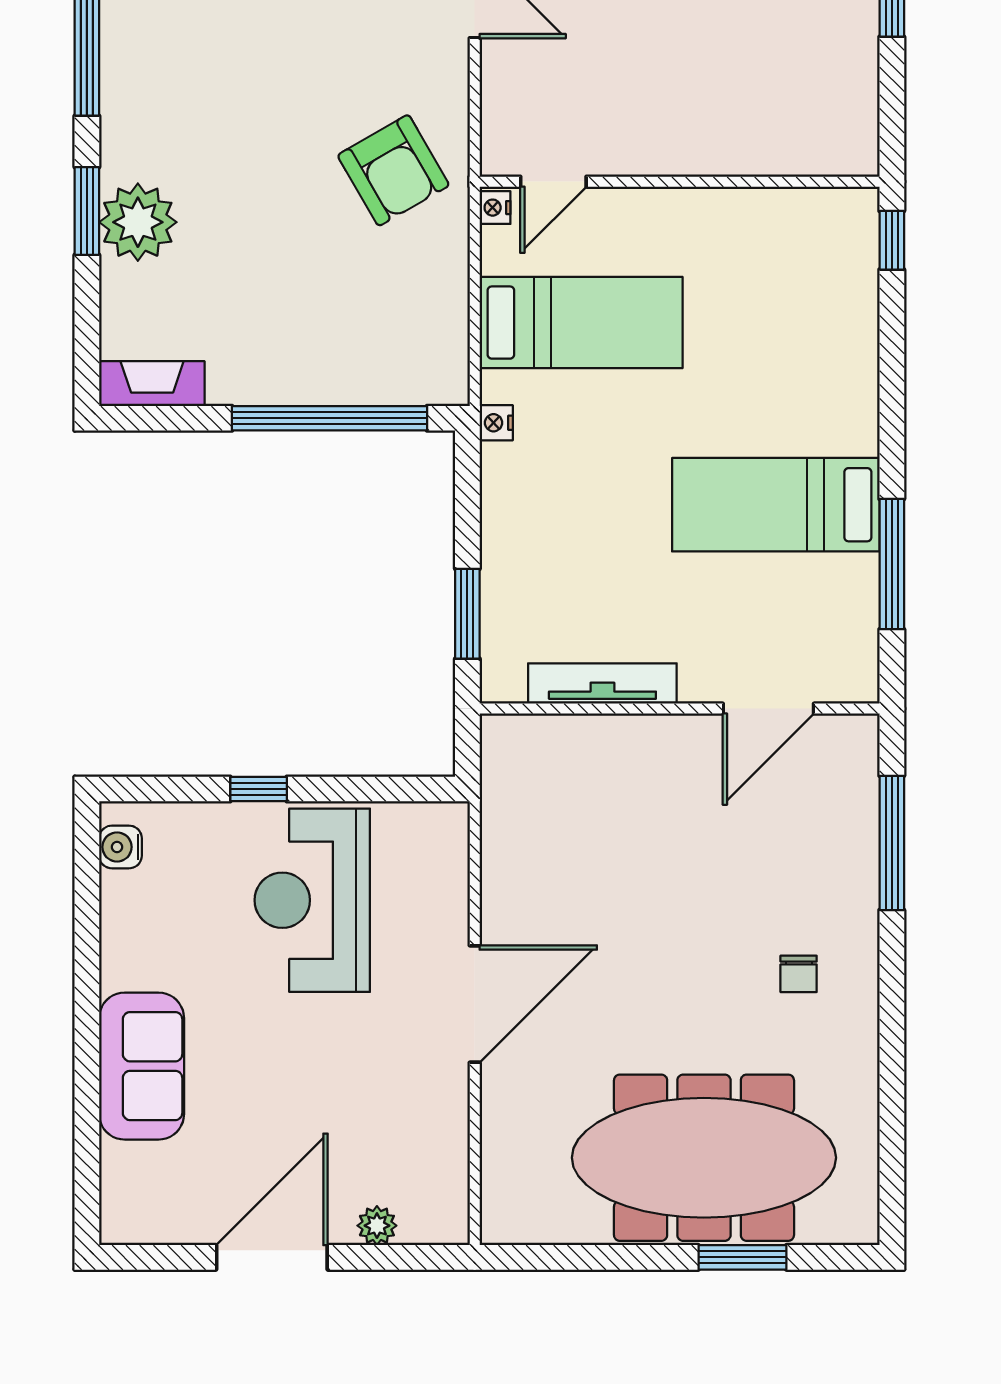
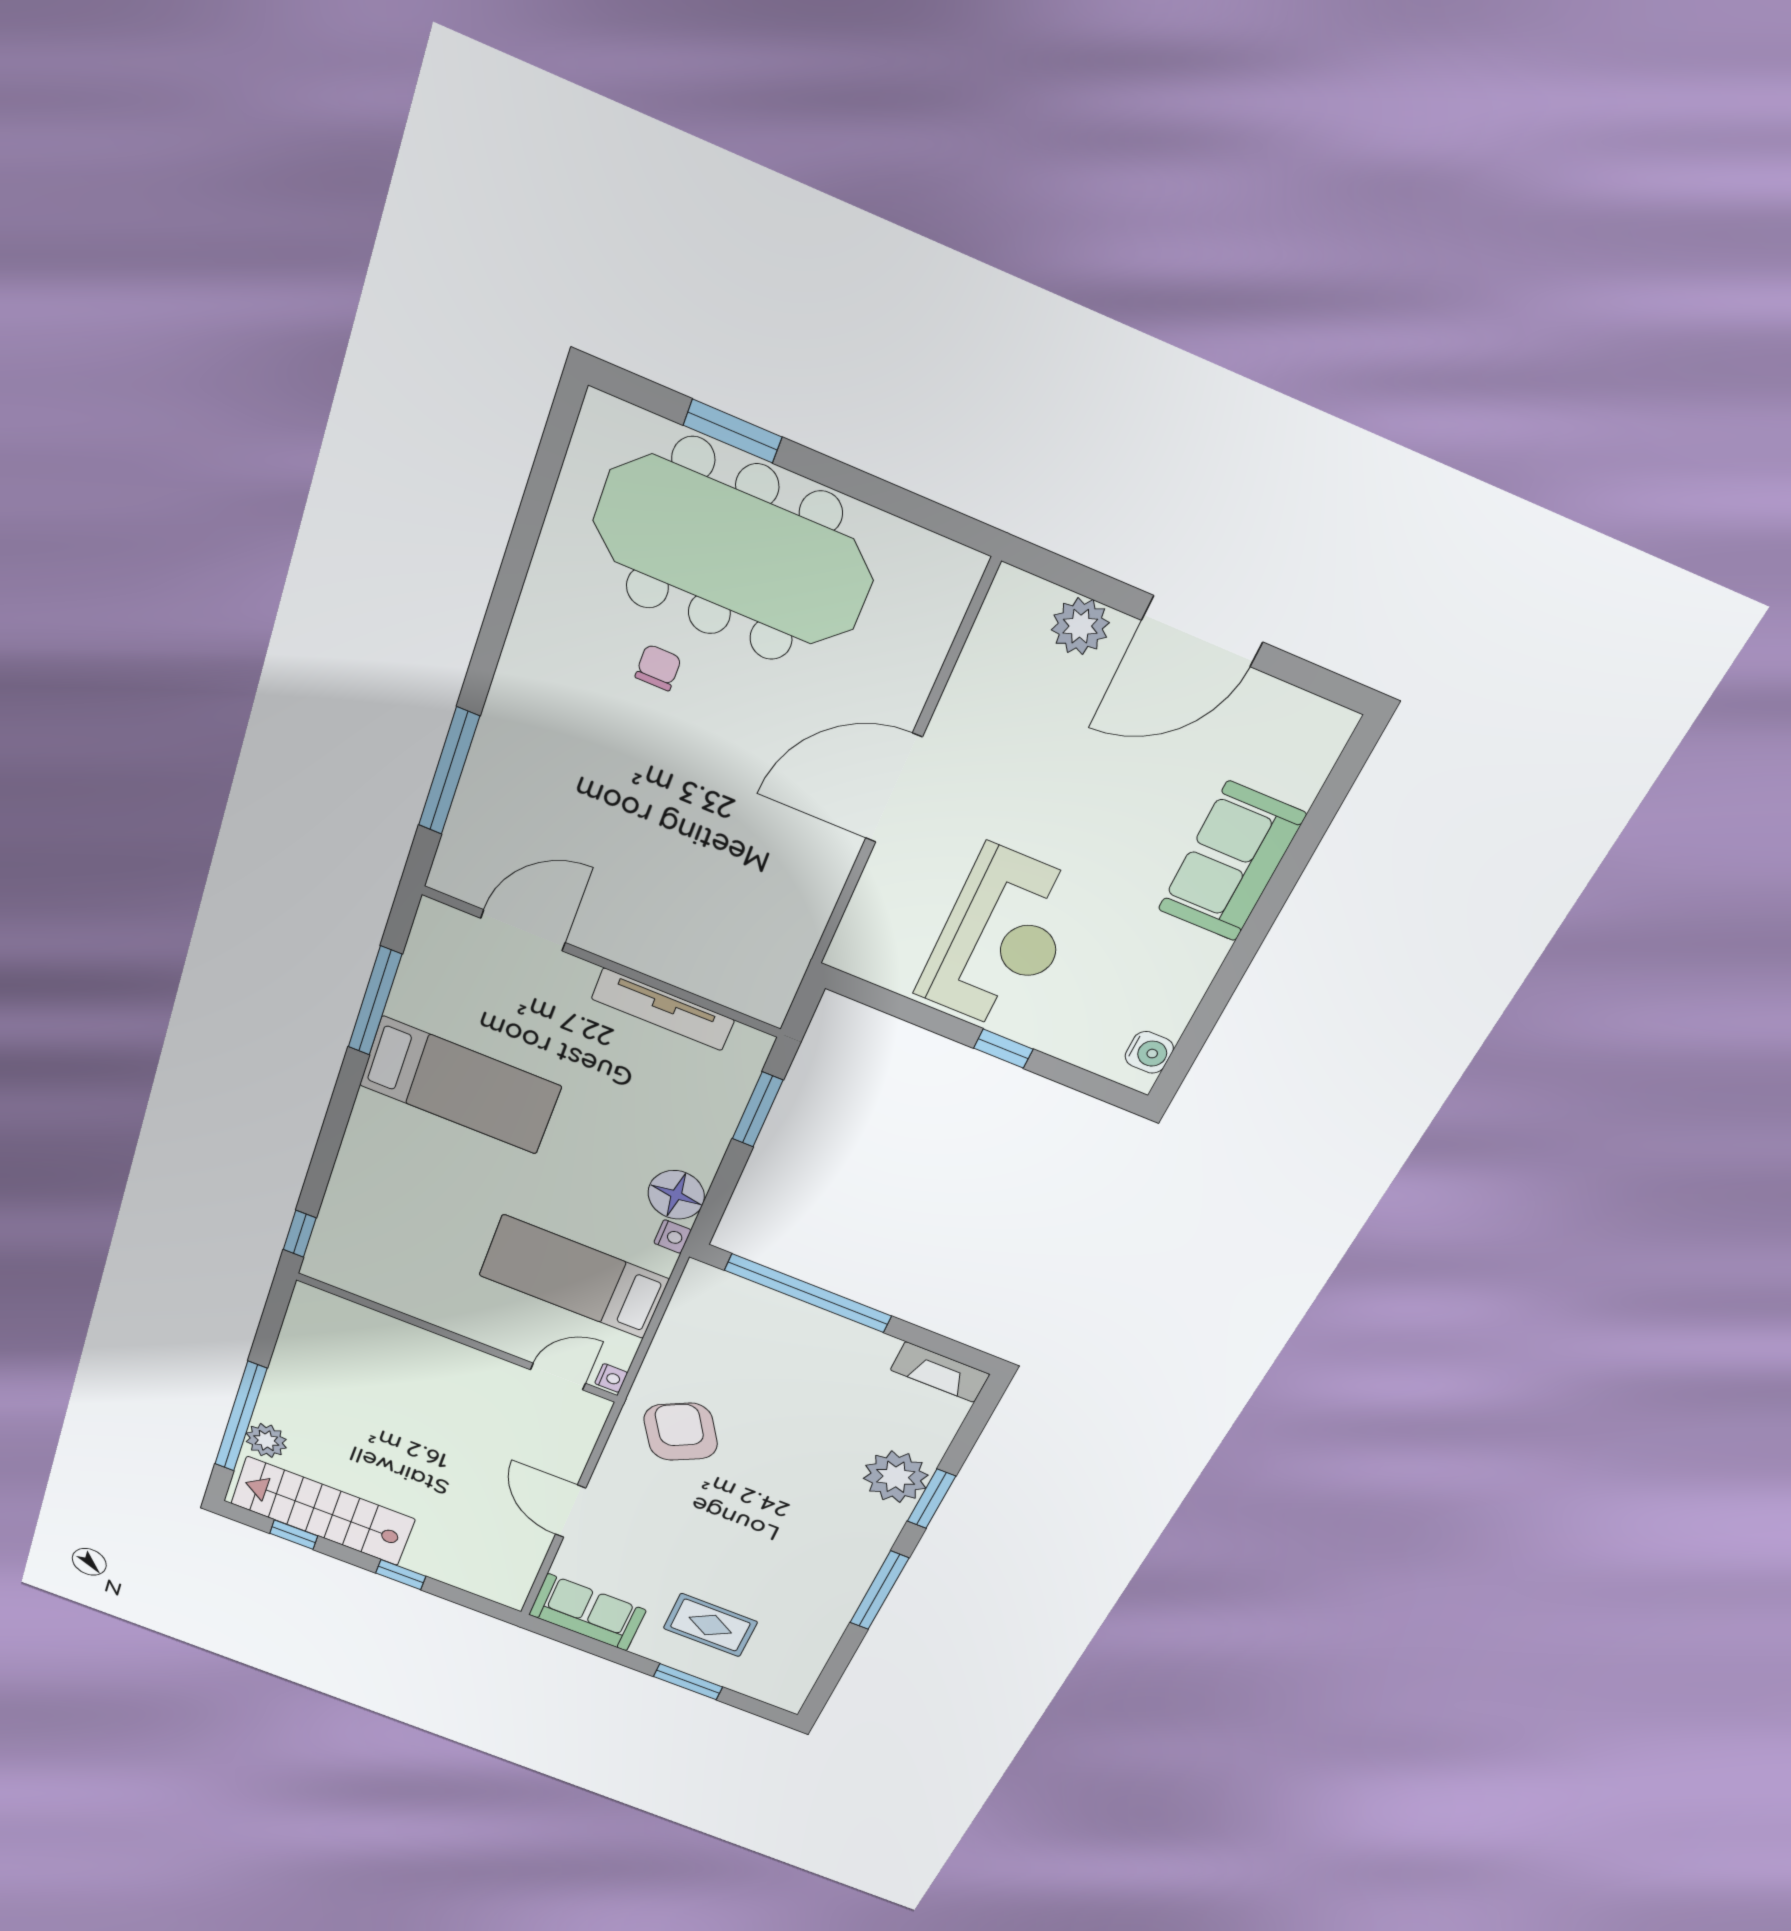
floor lamp: (511, 476) -> (676, 1195), added
chair: (799, 974) -> (658, 668), moved
plant: (377, 1226) -> (1080, 626), width x1.38, depth x1.38

